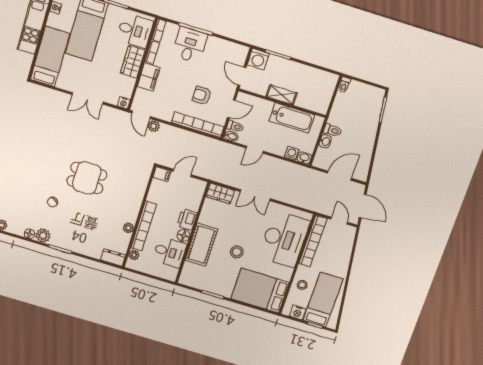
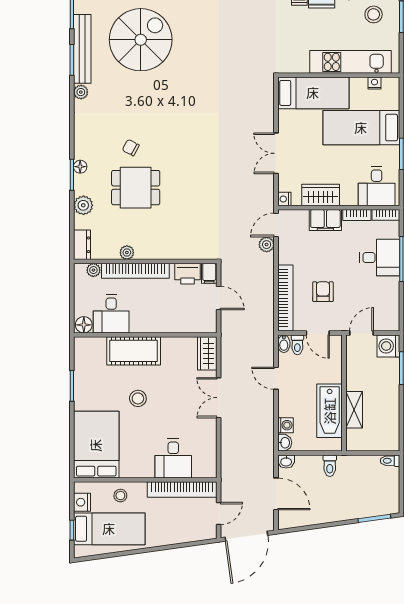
wardrobe: (133, 62) -> (321, 195), moved
shelving: (282, 95) -> (354, 410), moved
washbasin: (325, 141) -> (286, 462), moved
dining table: (87, 178) -> (136, 188), moved, turned 90
door: (363, 206) -> (246, 536), width x1.36
printer: (187, 219) -> (188, 274), moved, turned 180
floor lamp: (29, 234) -> (80, 167), moved
plant: (43, 235) -> (83, 205), moved
floor lamp: (184, 235) -> (84, 325), moved
desk: (284, 239) -> (173, 458), width x0.53, depth x0.77

